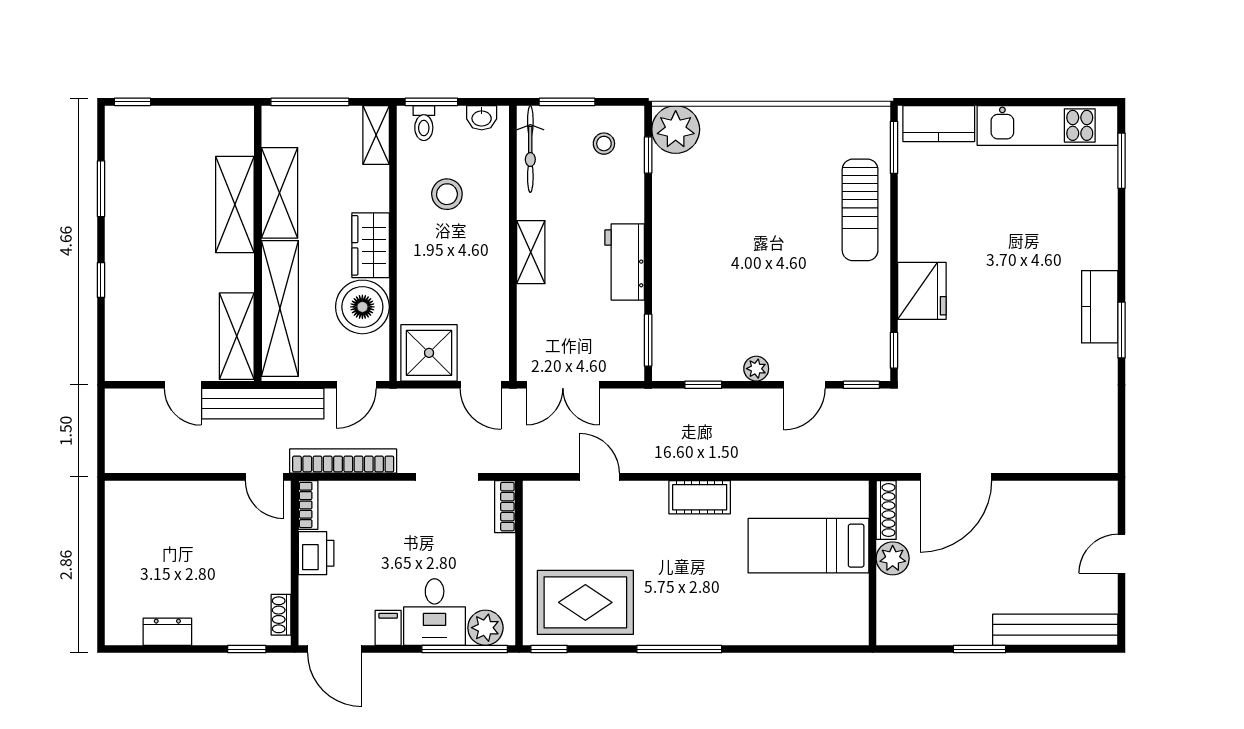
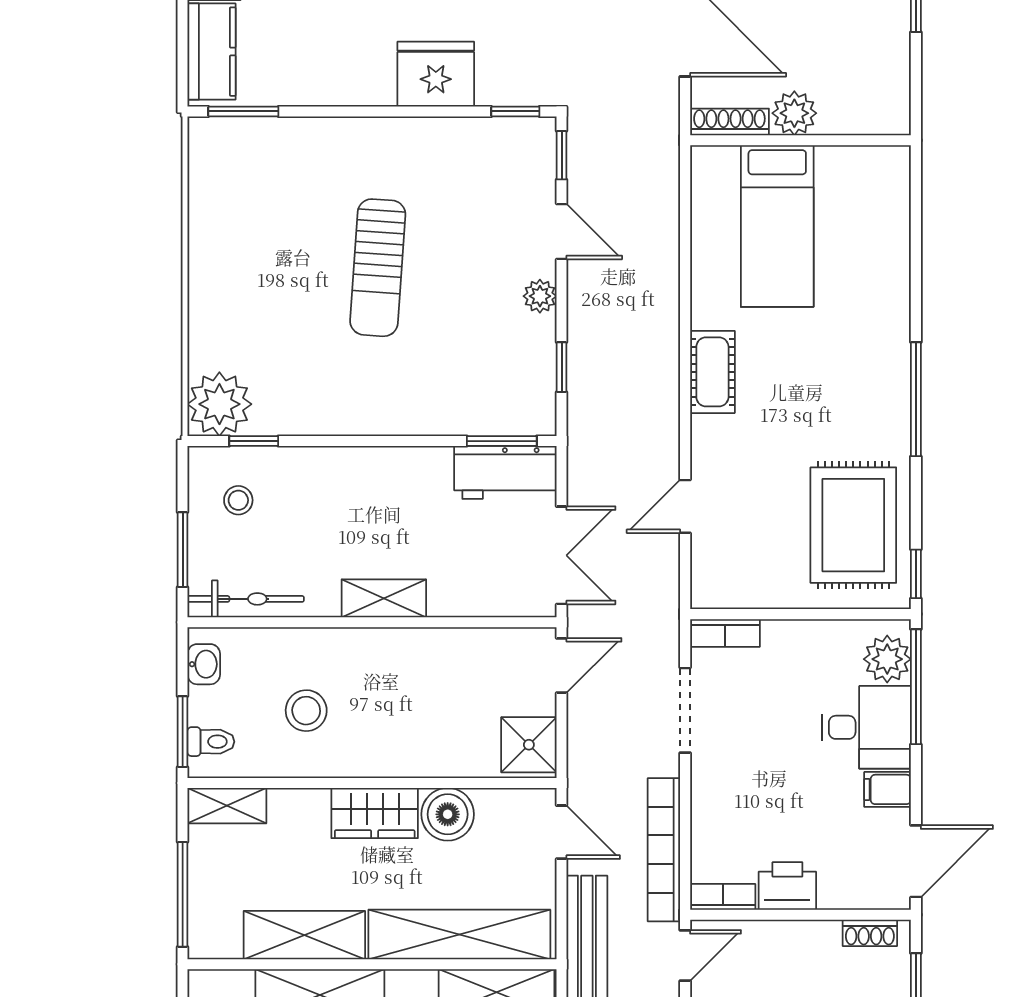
sun lounger: (860, 210) -> (378, 268), moved, turned 94
workbench: (625, 262) -> (505, 472), moved
boiler: (362, 307) -> (448, 814), width x0.73, depth x0.73
shower: (429, 353) -> (529, 745), width x0.73, depth x0.73

